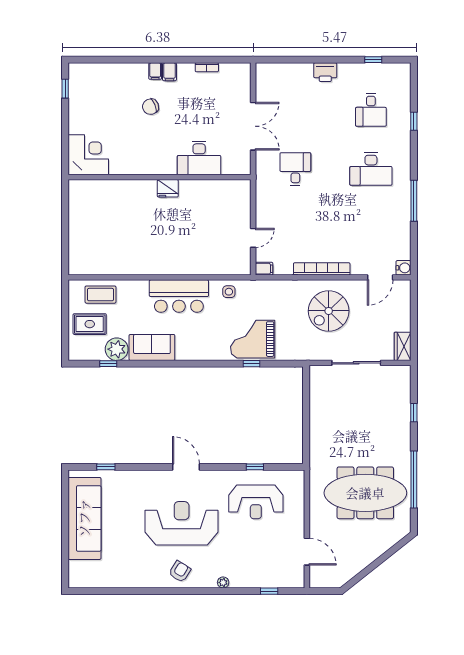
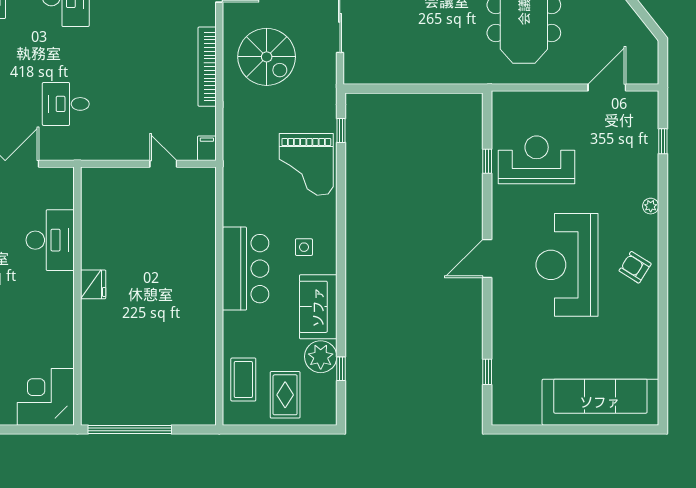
window: (65, 214) -> (130, 430), added
side table: (229, 292) -> (304, 247), moved
window: (252, 364) -> (341, 131), moved
reception desk: (256, 502) -> (537, 160), turned -90
sofa: (84, 518) -> (600, 402), moved

